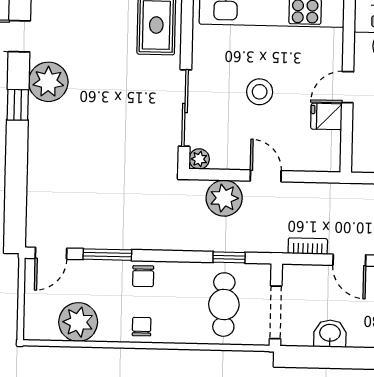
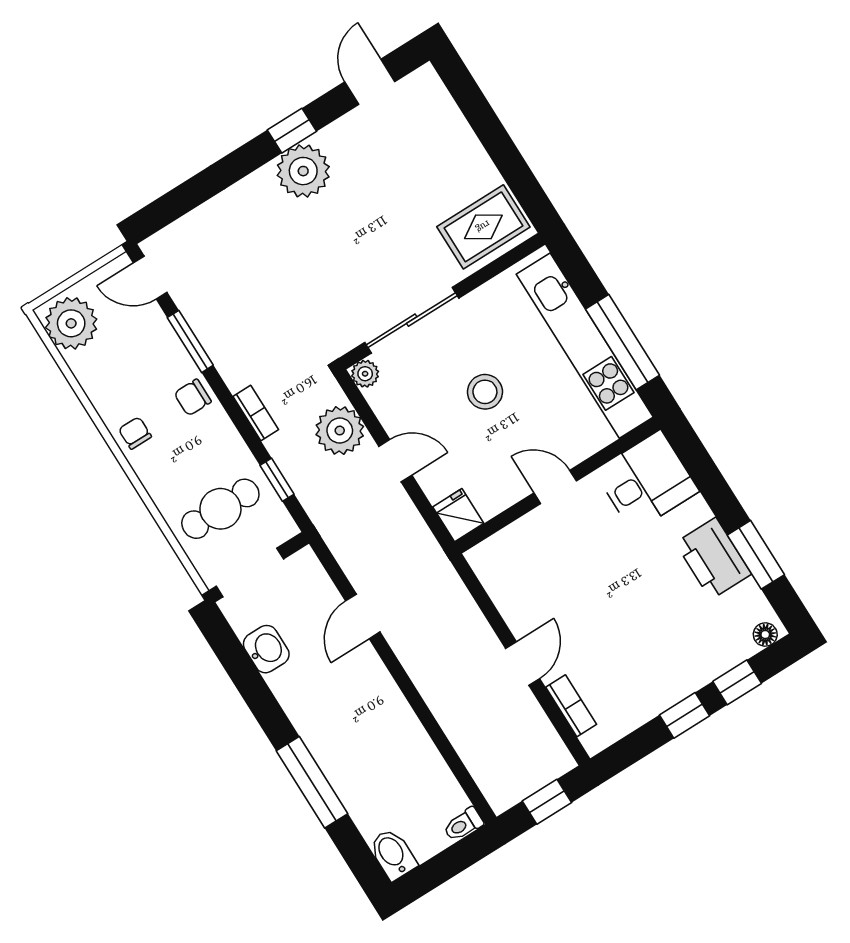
plant: (48, 82) -> (303, 171), moved
fridge: (326, 116) -> (458, 515), moved
door: (266, 176) -> (395, 461), hinge flipped
bookcase: (308, 246) -> (256, 413), moved
plant: (78, 322) -> (71, 323), moved
chair: (142, 327) -> (135, 433), turned -90

